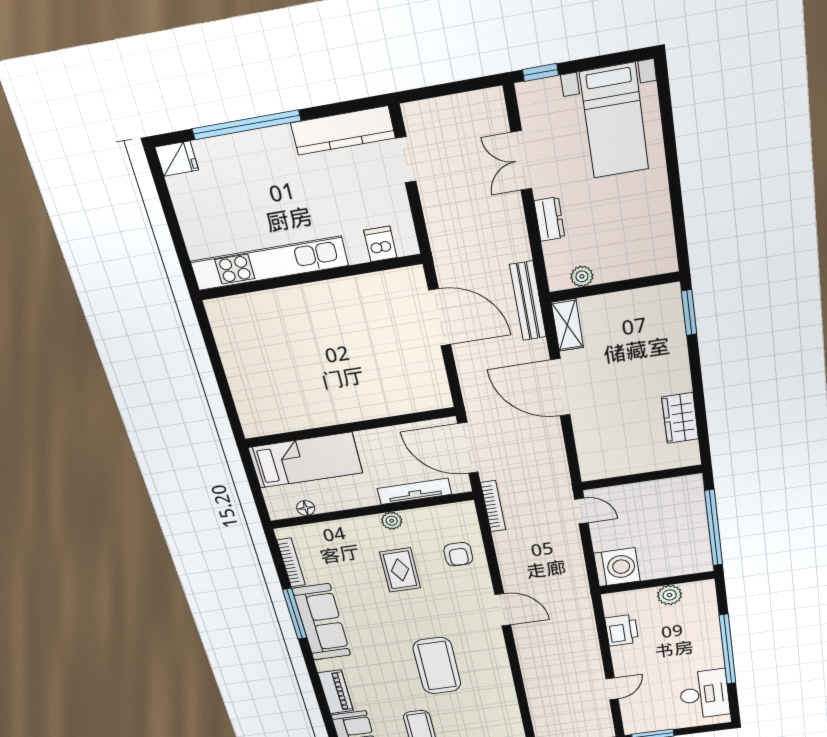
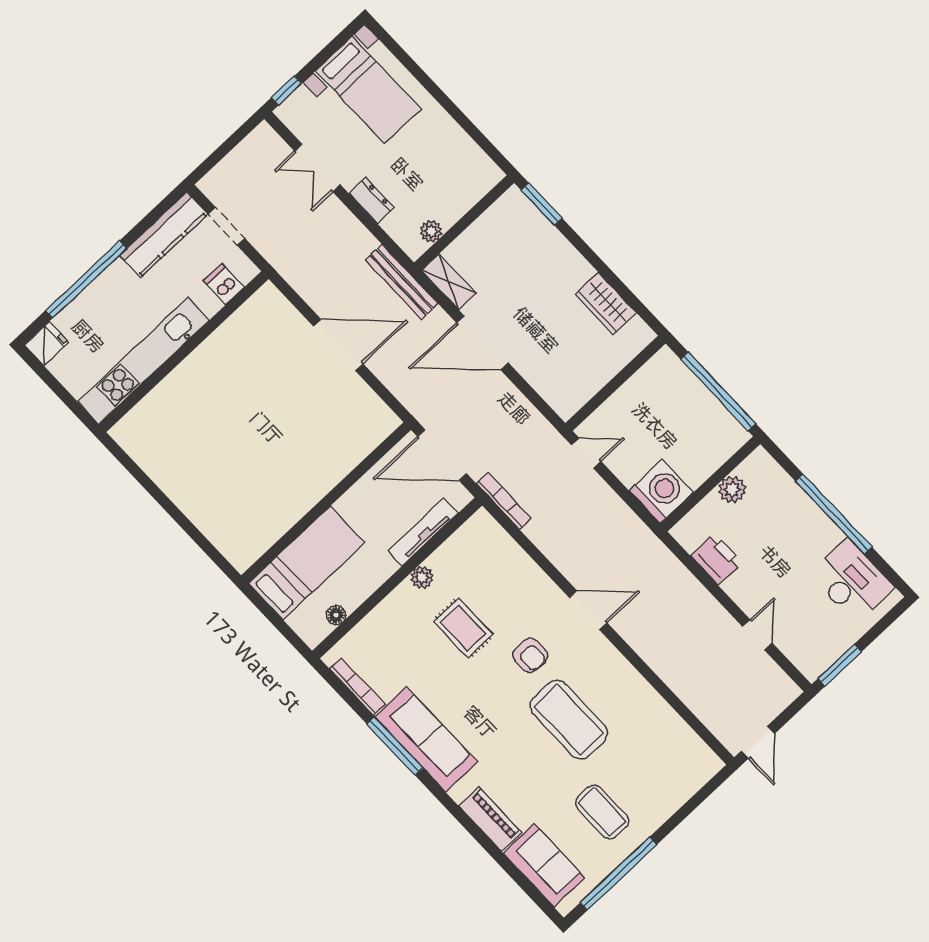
dishwasher: (380, 244) -> (224, 284), moved
kitchen unit: (269, 263) -> (143, 361), moved
wall: (310, 277) -> (184, 352), moved
armchair: (458, 554) -> (530, 655), moved

